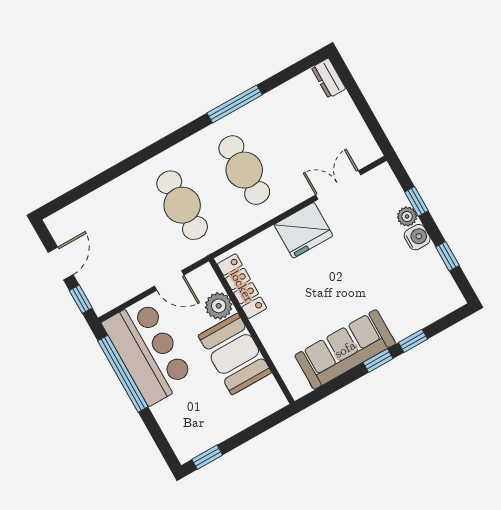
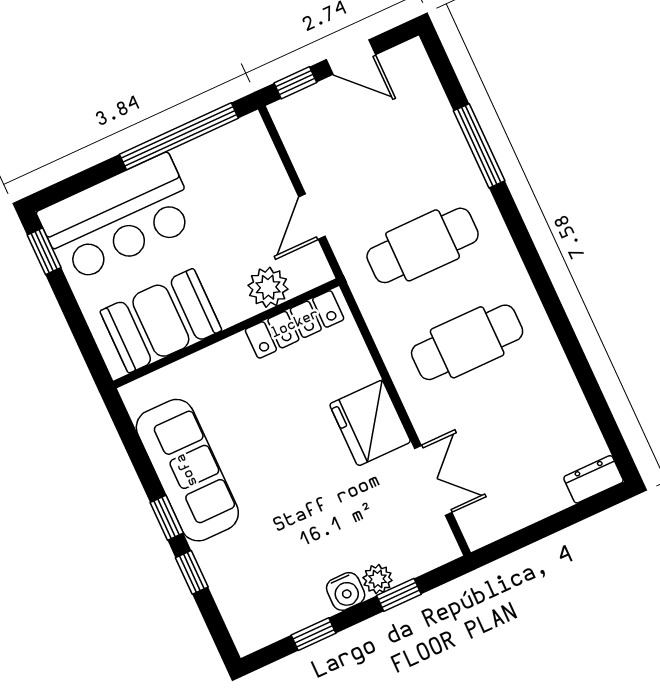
window: (235, 104) -> (479, 146), moved
bar counter: (148, 352) -> (118, 218), moved
booth: (235, 354) -> (161, 321), moved

